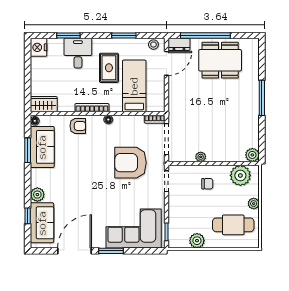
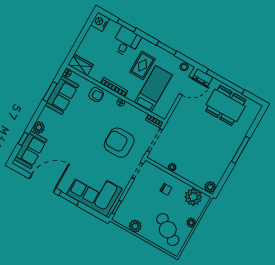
cafe table: (233, 225) -> (168, 230), turned 34

